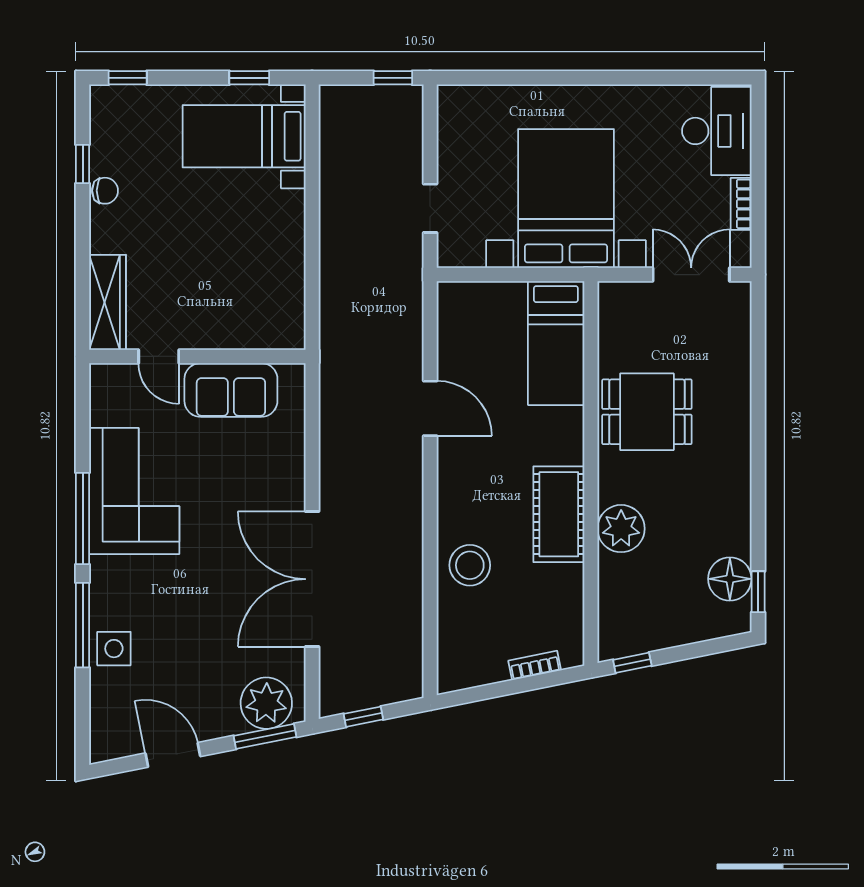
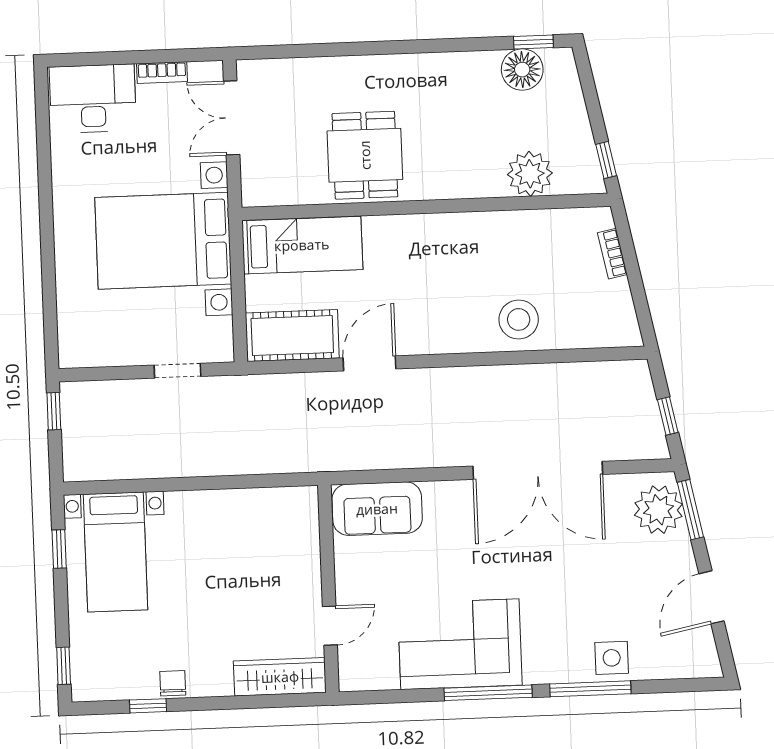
sofa: (231, 390) -> (377, 509), moved, turned 90
cot: (559, 514) -> (292, 335), moved
plant: (621, 529) -> (530, 174), moved

